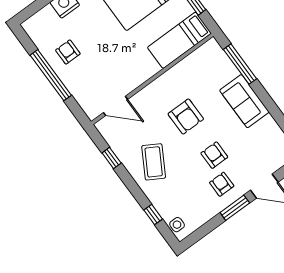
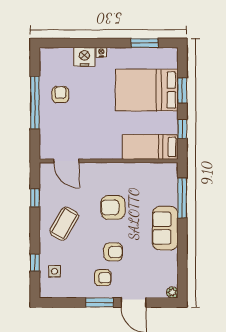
armchair: (186, 116) -> (113, 207), turned 90
armchair: (214, 155) -> (113, 252), turned 90
armchair: (222, 184) -> (103, 278), turned 90
side table: (177, 225) -> (55, 271), moved

